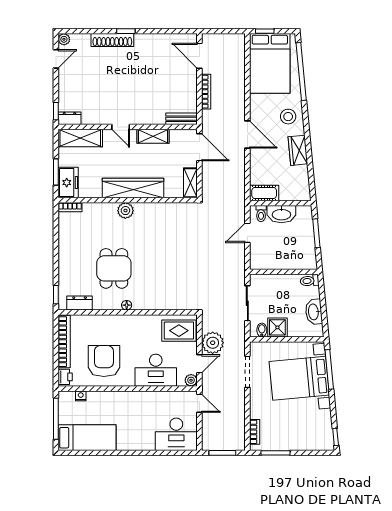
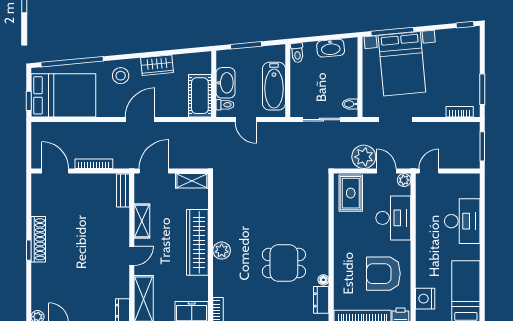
shoe rack: (112, 40) -> (38, 239), moved
door: (199, 56) -> (55, 171), swing flipped
cot: (264, 193) -> (200, 96), width x1.37, depth x1.34
bathtub: (278, 259) -> (274, 86), added
floor lamp: (127, 305) -> (323, 280), moved
shower: (277, 327) -> (347, 87), removed
nightstand: (81, 396) -> (425, 299), width x1.89, depth x1.79
desk: (176, 434) -> (462, 221), moved

